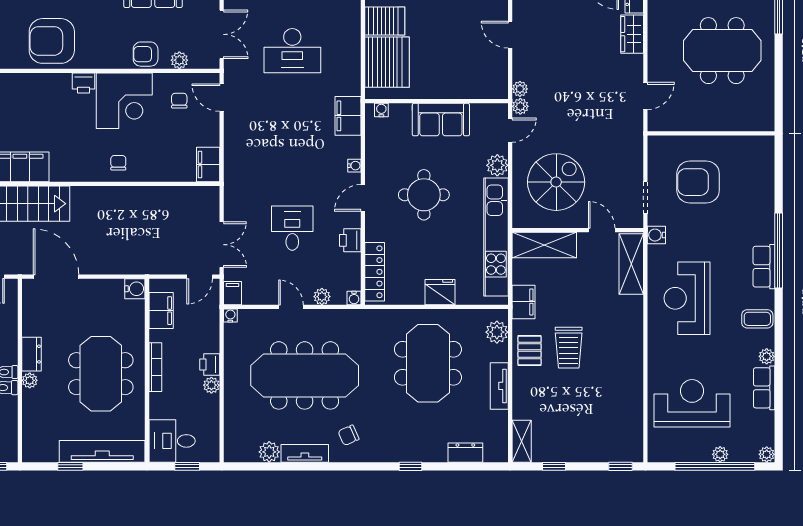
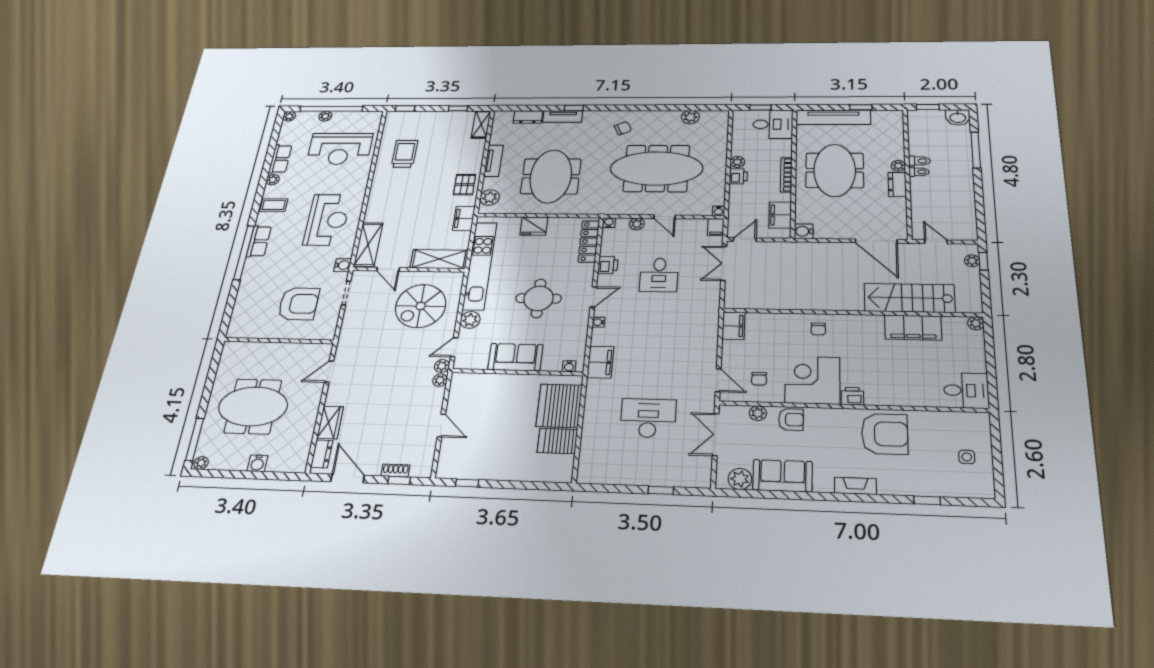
trolley: (569, 348) -> (404, 154), moved
tv unit: (305, 453) -> (563, 116), moved

